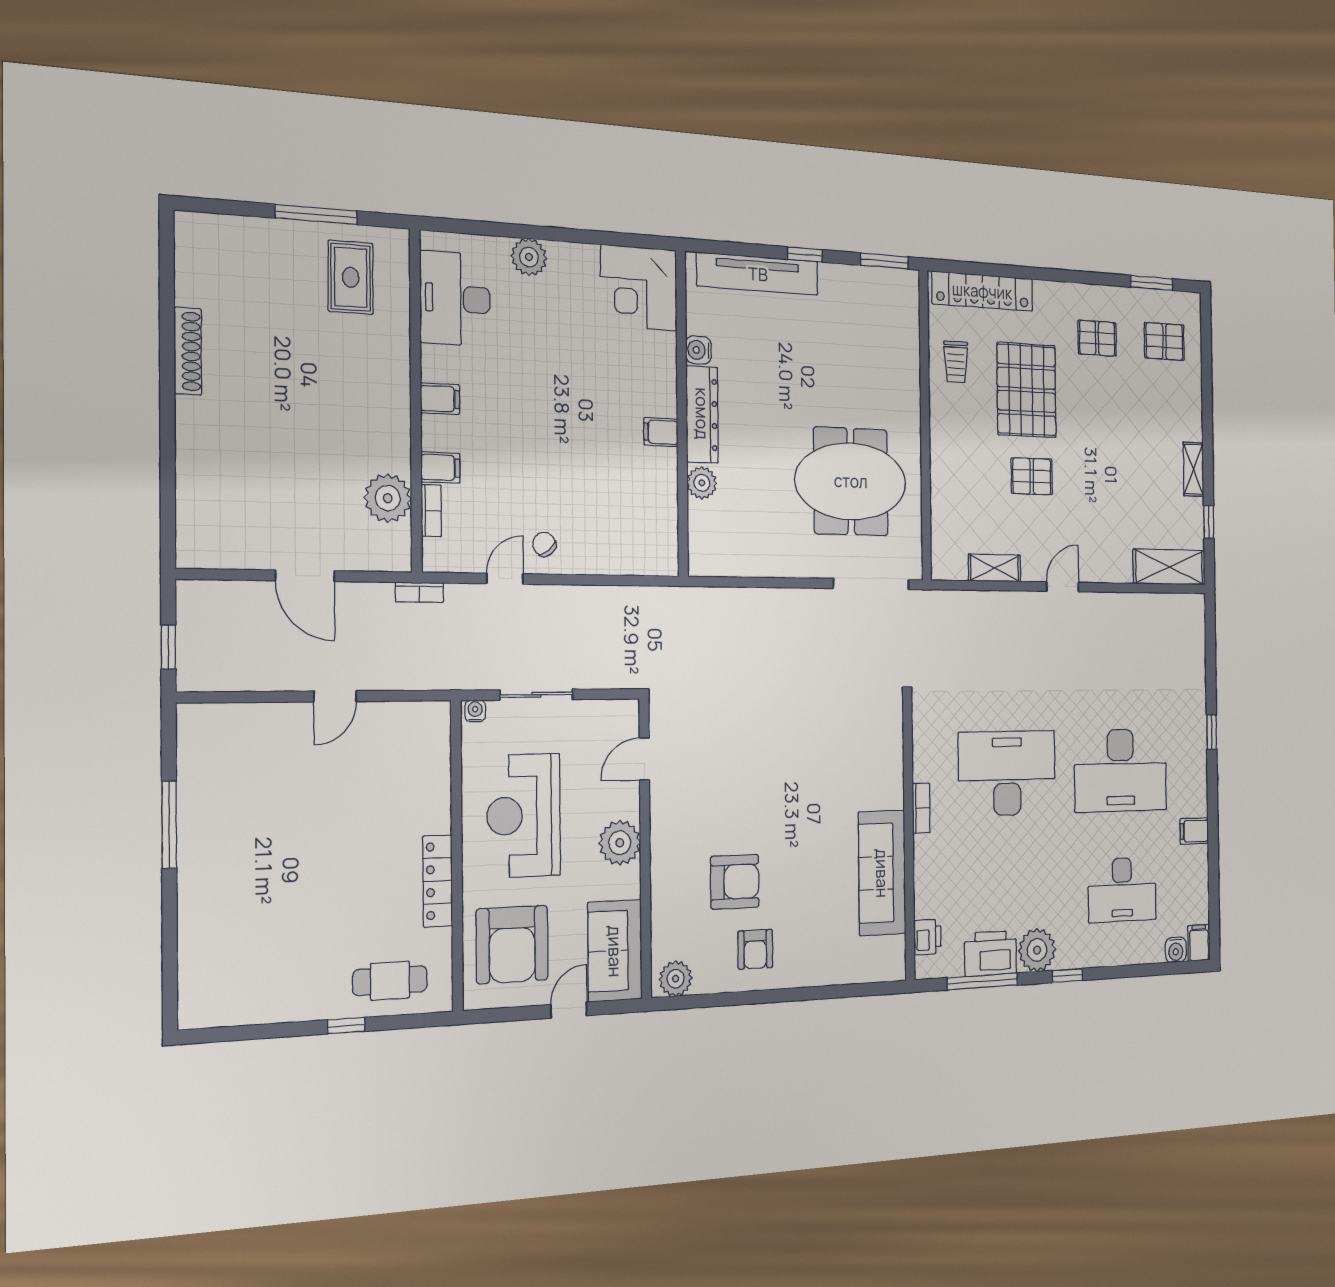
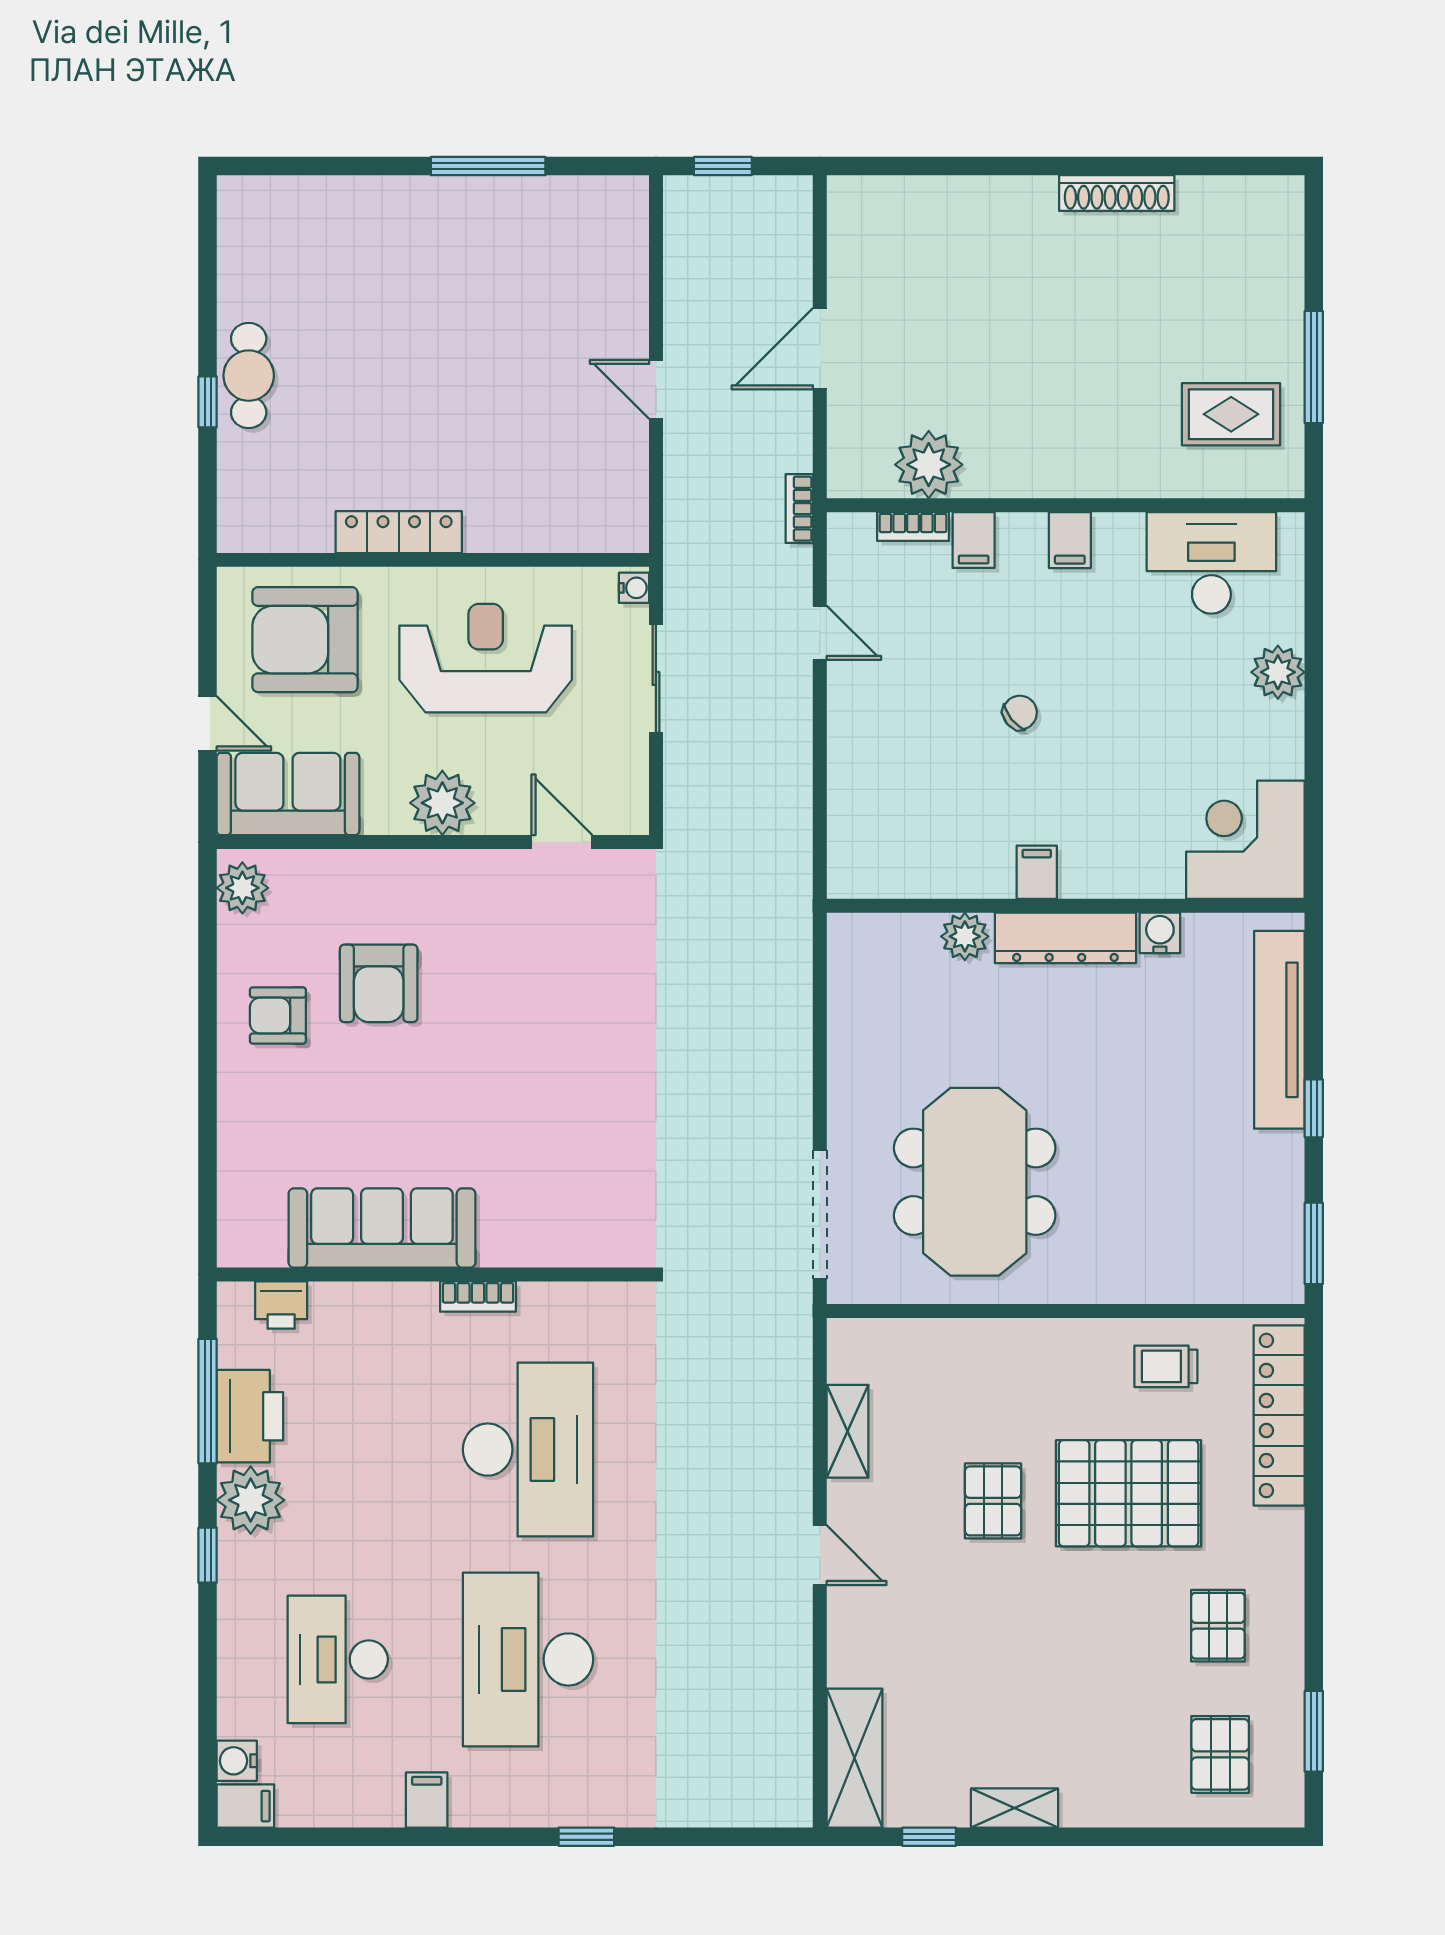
chair: (544, 544) -> (1020, 713), moved
cafe table: (390, 981) -> (249, 376), moved

